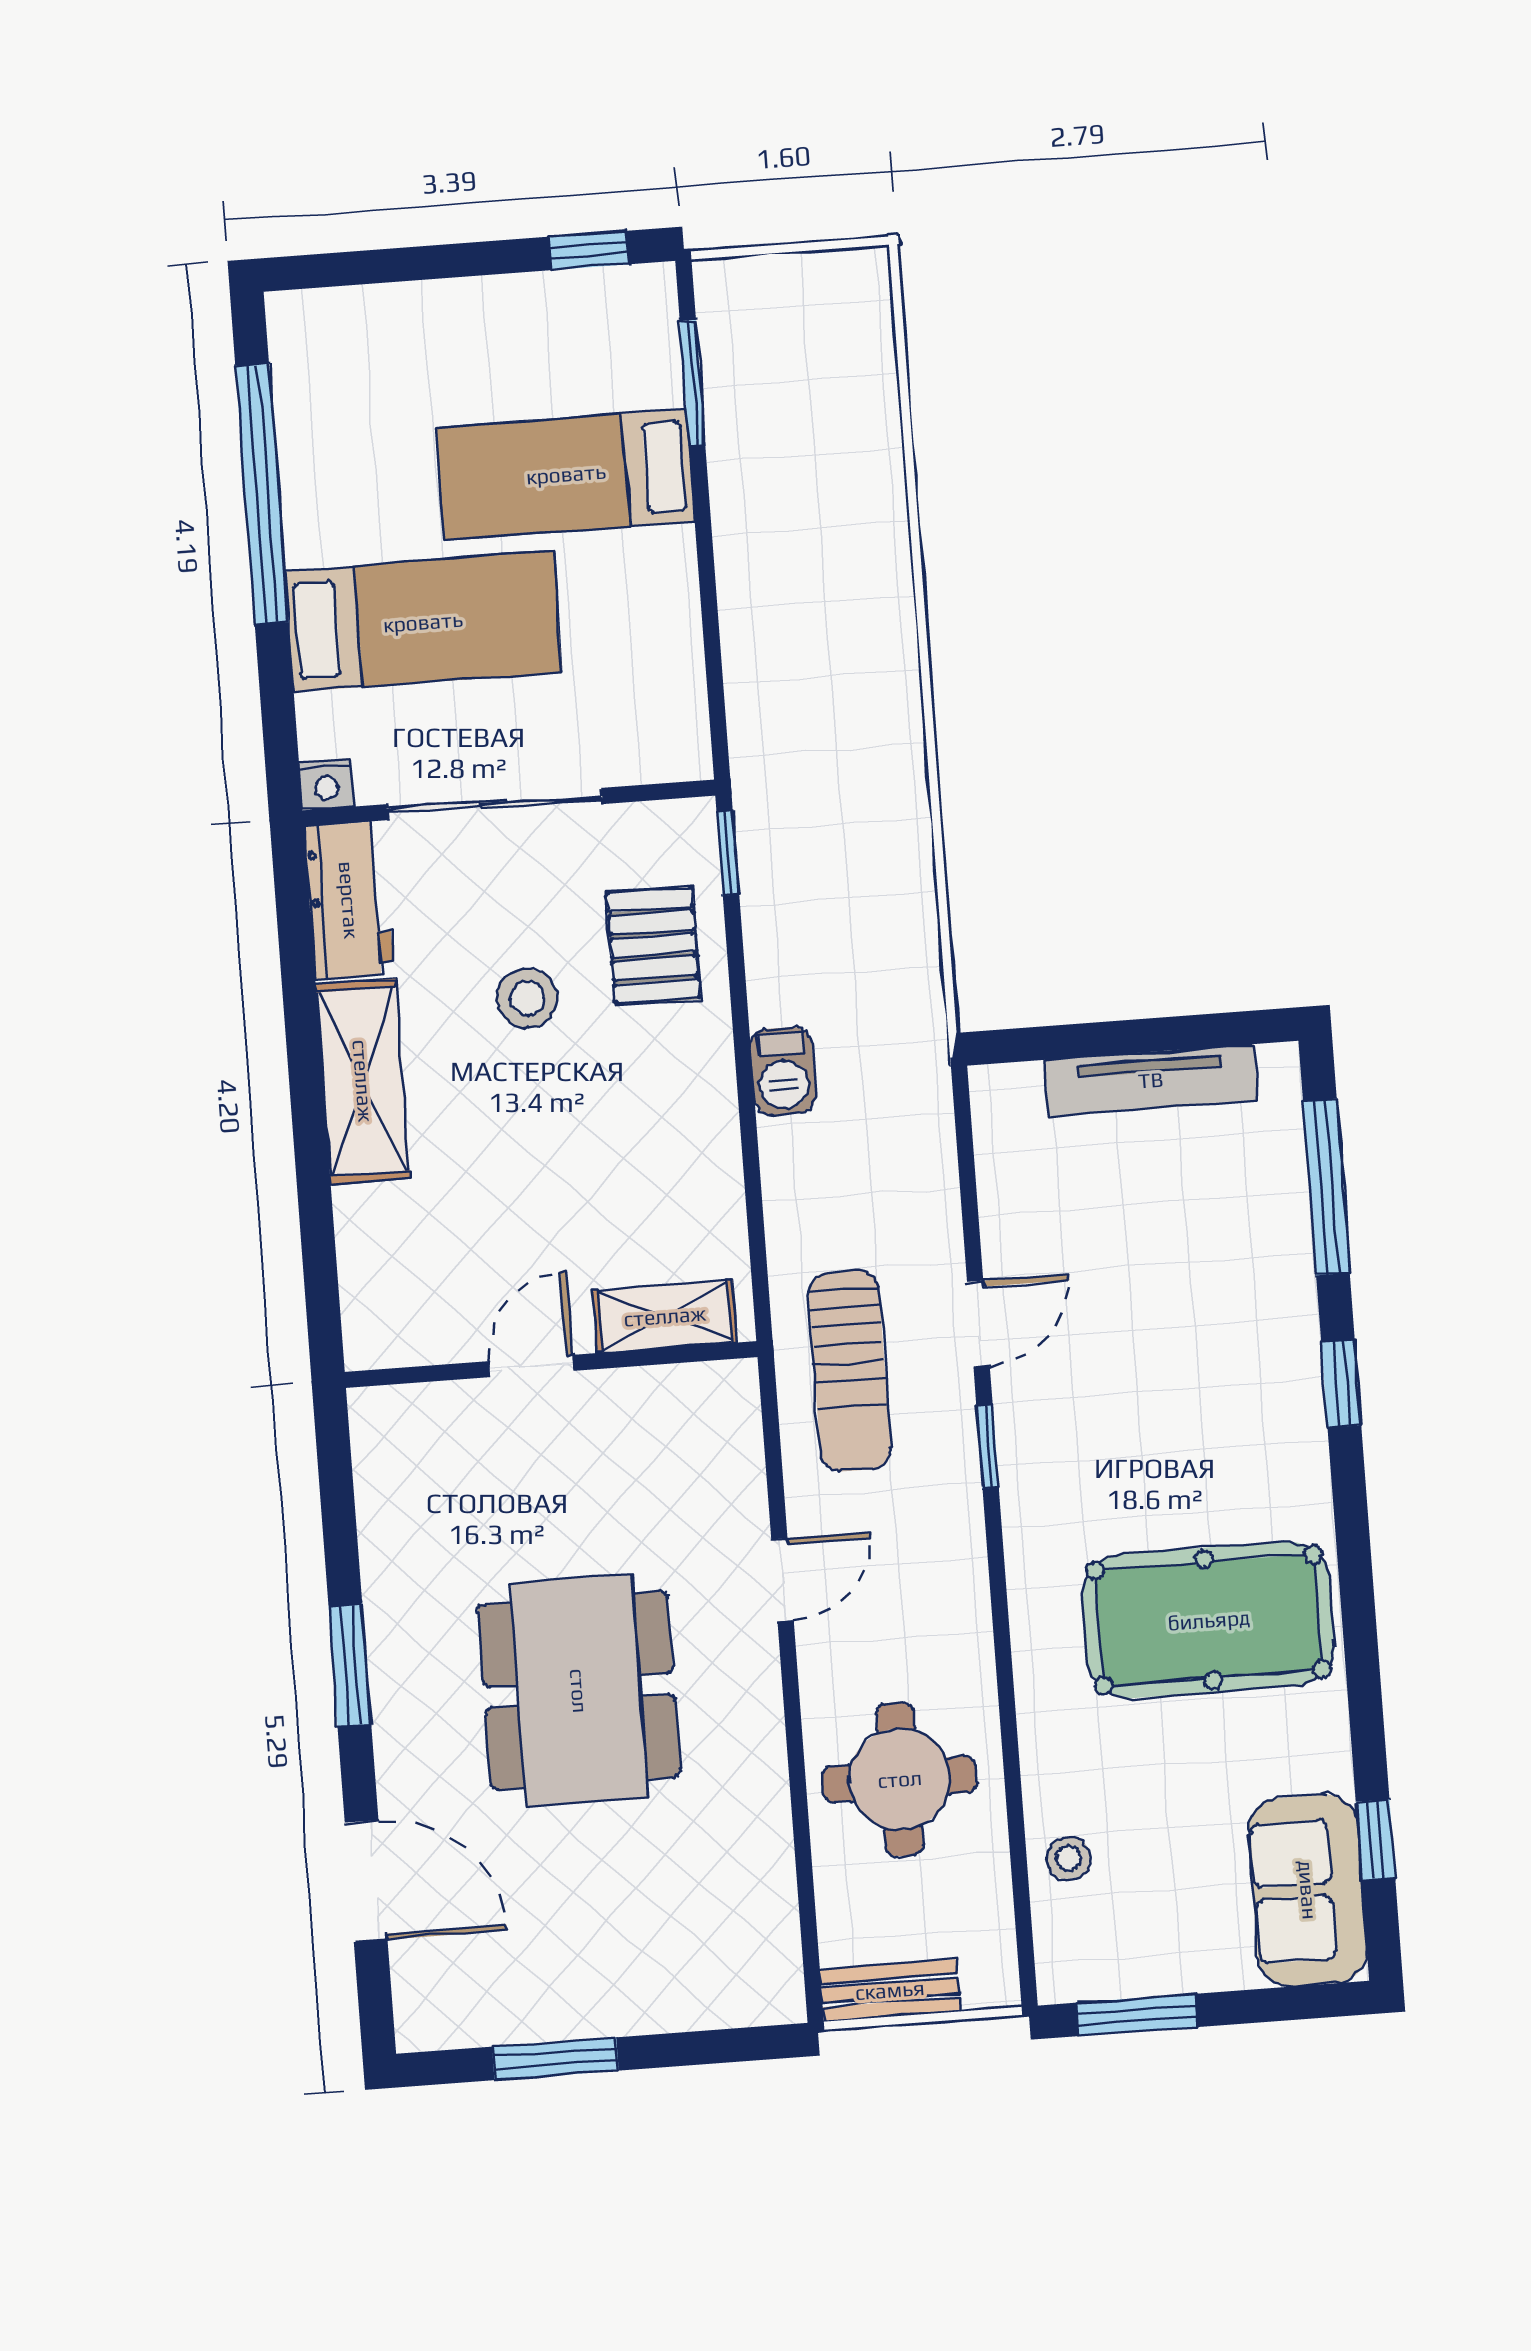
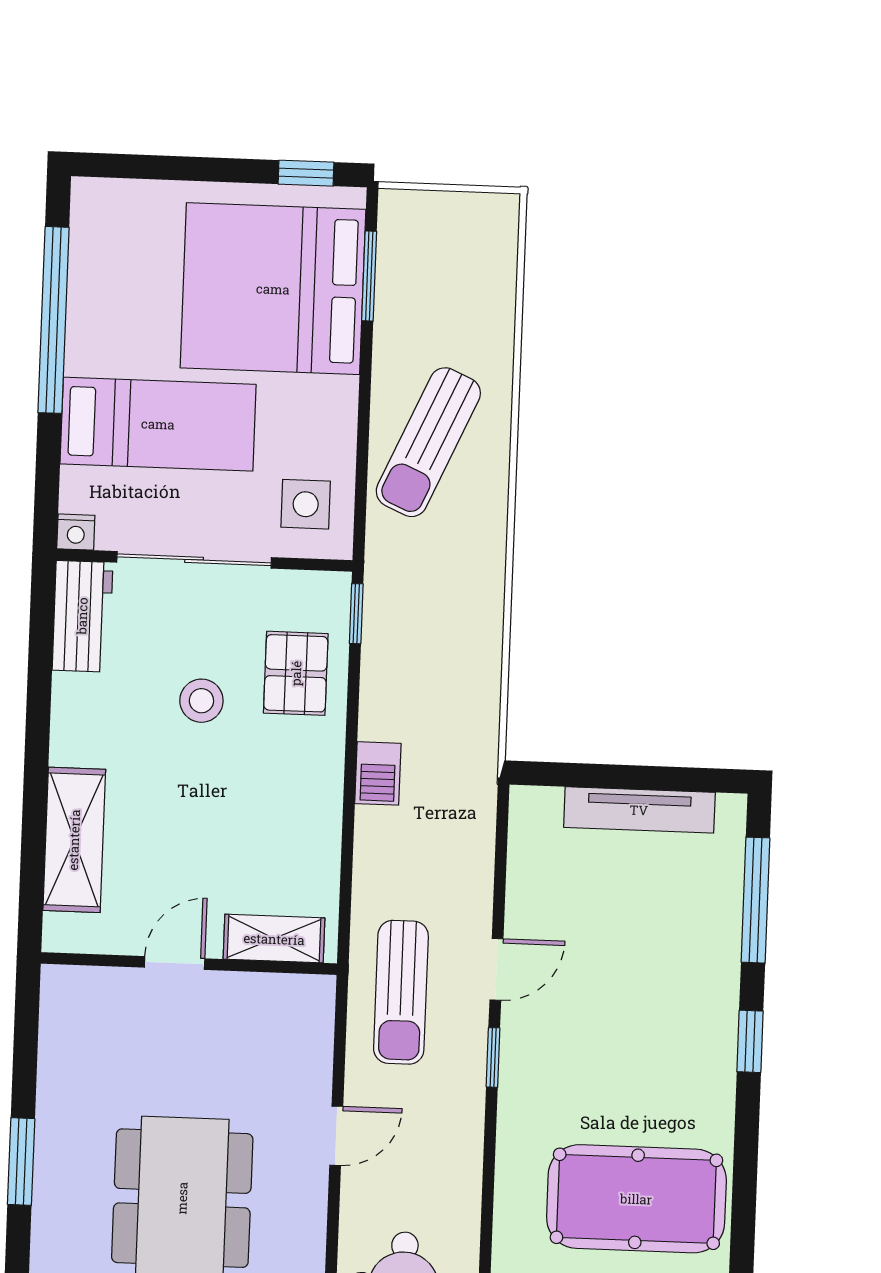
bed: (566, 474) -> (273, 289), width x2.04
sun lounger: (801, 604) -> (428, 442), added
side table: (640, 709) -> (306, 504), added
shelving: (363, 1081) -> (74, 840), moved

